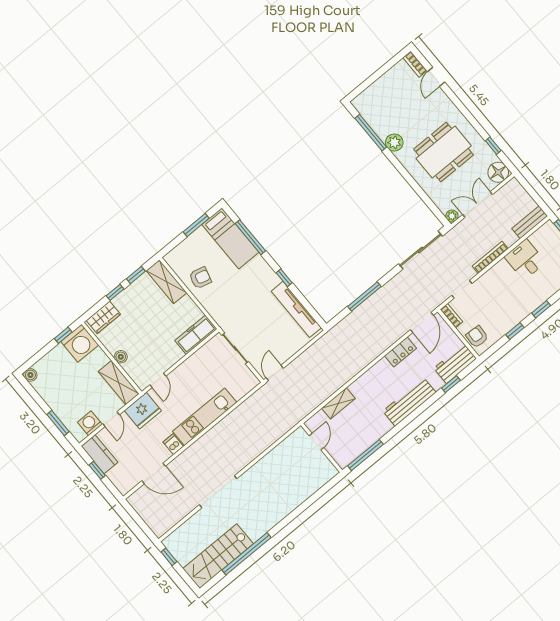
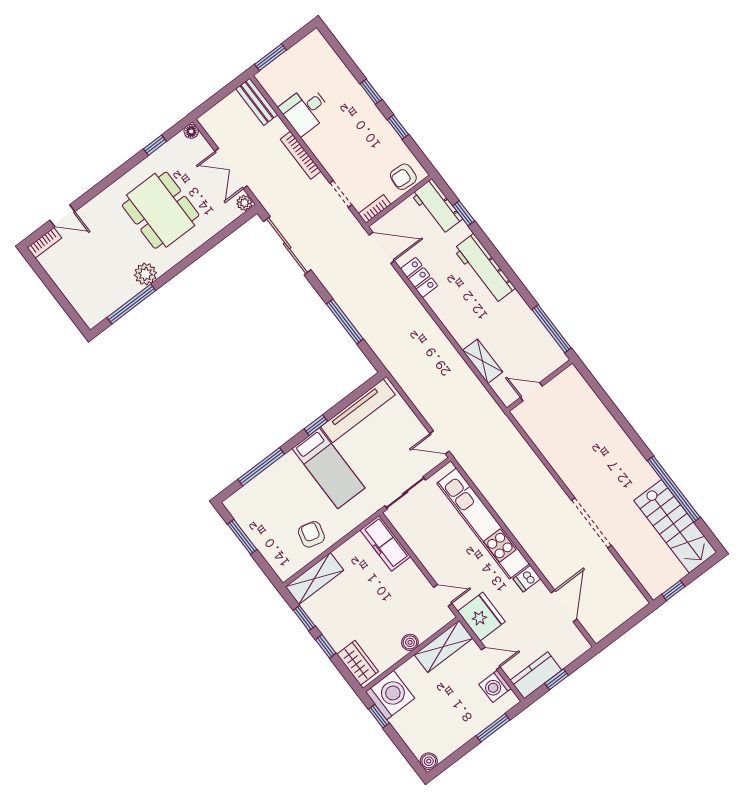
floor lamp: (498, 172) -> (191, 131), width x0.53, depth x0.53
bed: (230, 238) -> (328, 468), moved, turned 90
kitchen unit: (205, 417) -> (483, 524), width x1.36

